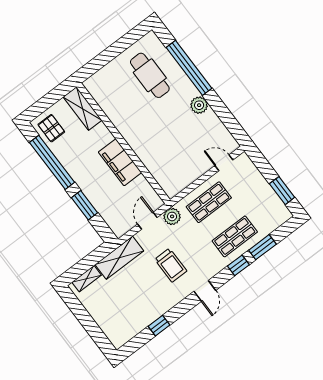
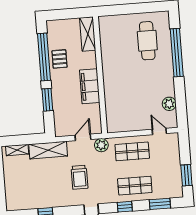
plant: (199, 105) -> (169, 104), moved
pallet: (51, 128) -> (60, 59), moved
window: (262, 247) -> (160, 204), moved

